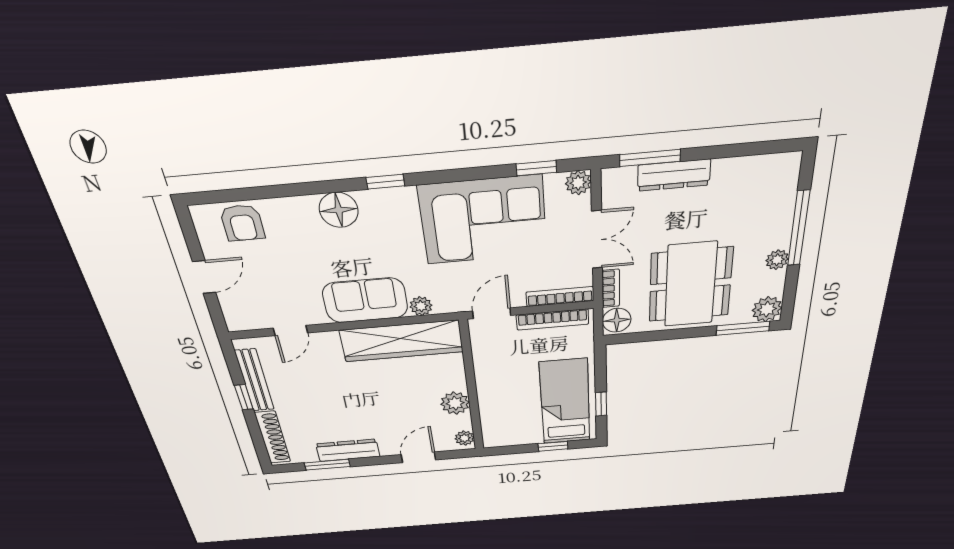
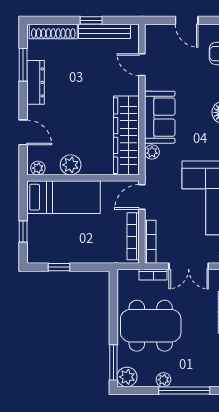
door: (492, 313) -> (142, 197), swing flipped
floor lamp: (617, 320) -> (128, 278), removed
bed: (565, 402) -> (64, 197), moved

